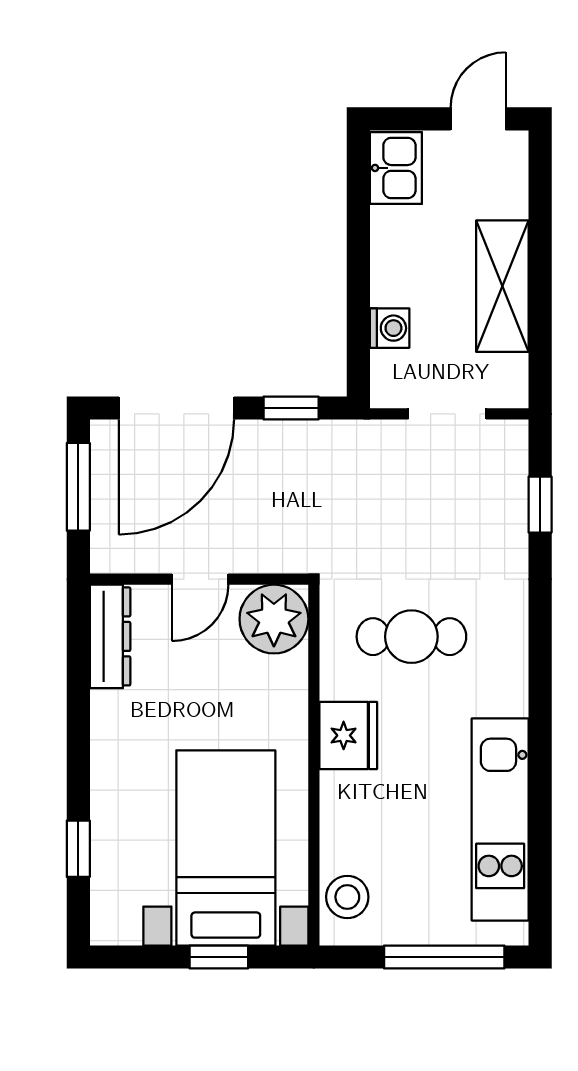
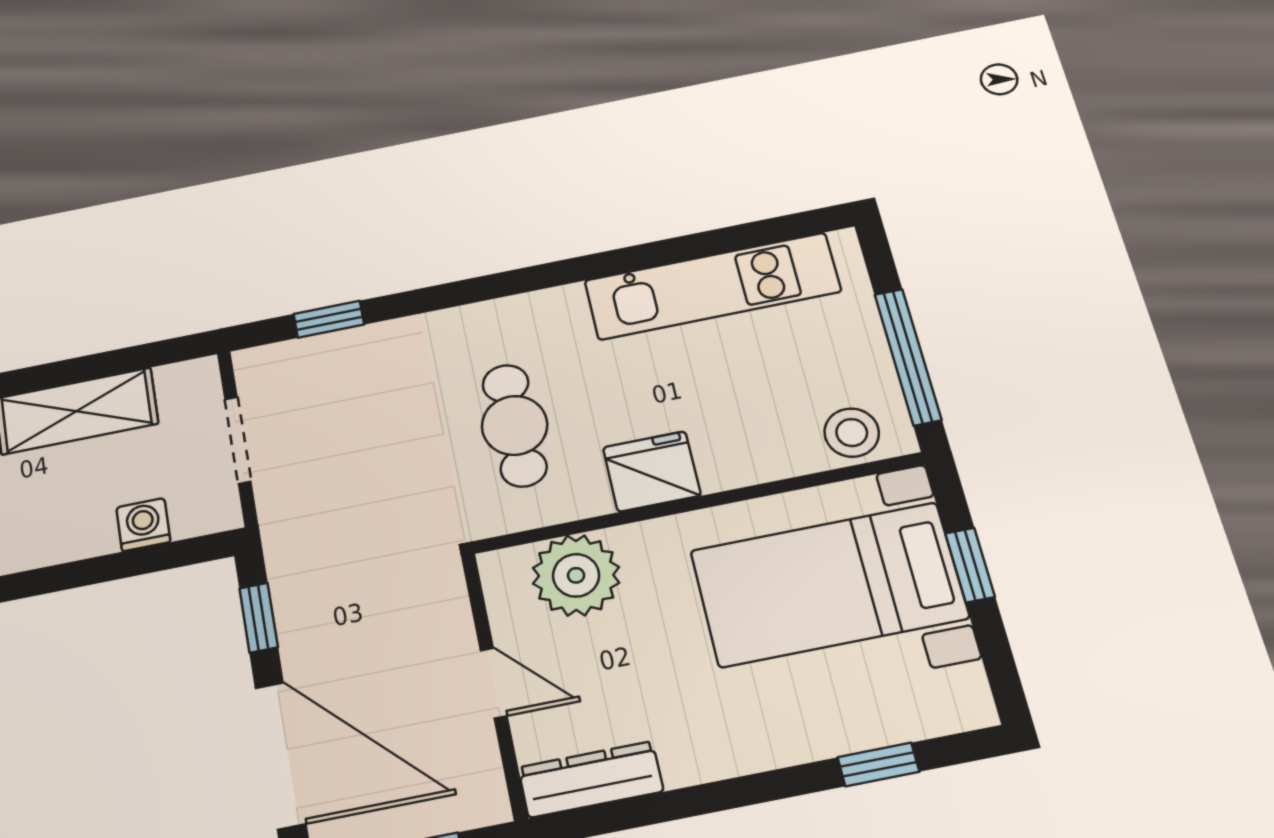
plant: (274, 619) -> (576, 575), moved
window: (444, 957) -> (908, 357), moved

